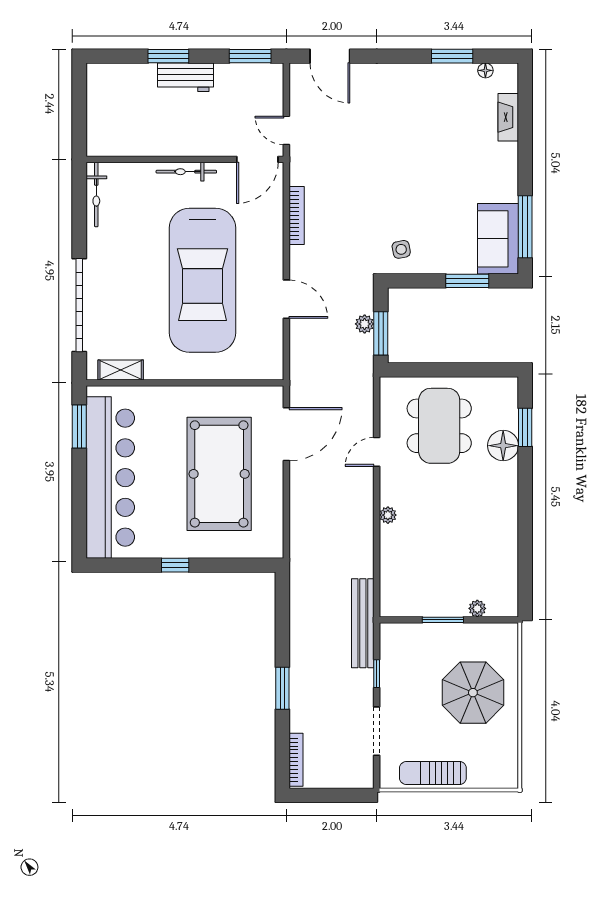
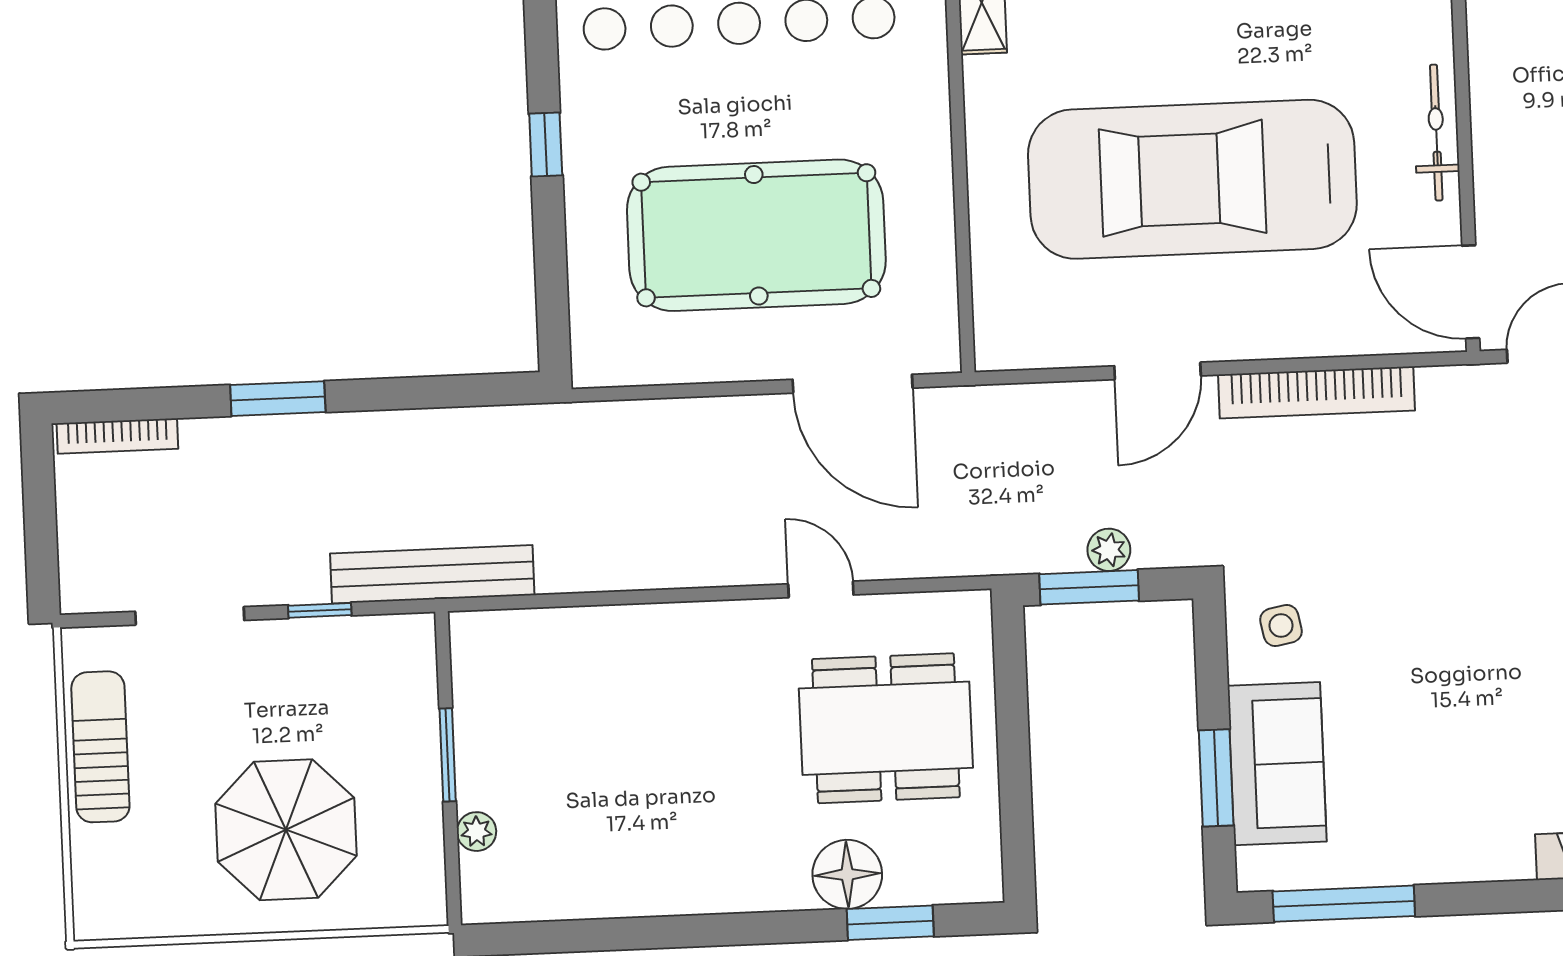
bookcase: (297, 215) -> (1316, 393), width x1.48, depth x1.31
sofa: (498, 239) -> (1277, 764), moved, turned 90
plant: (388, 515) -> (679, 621), removed

